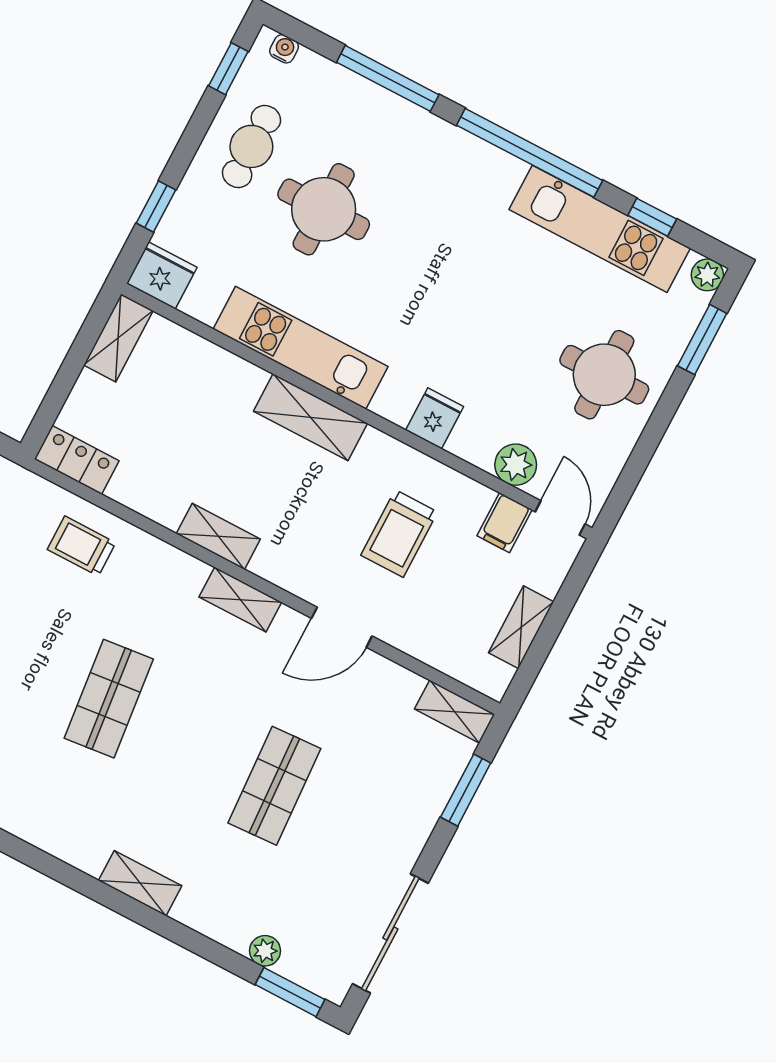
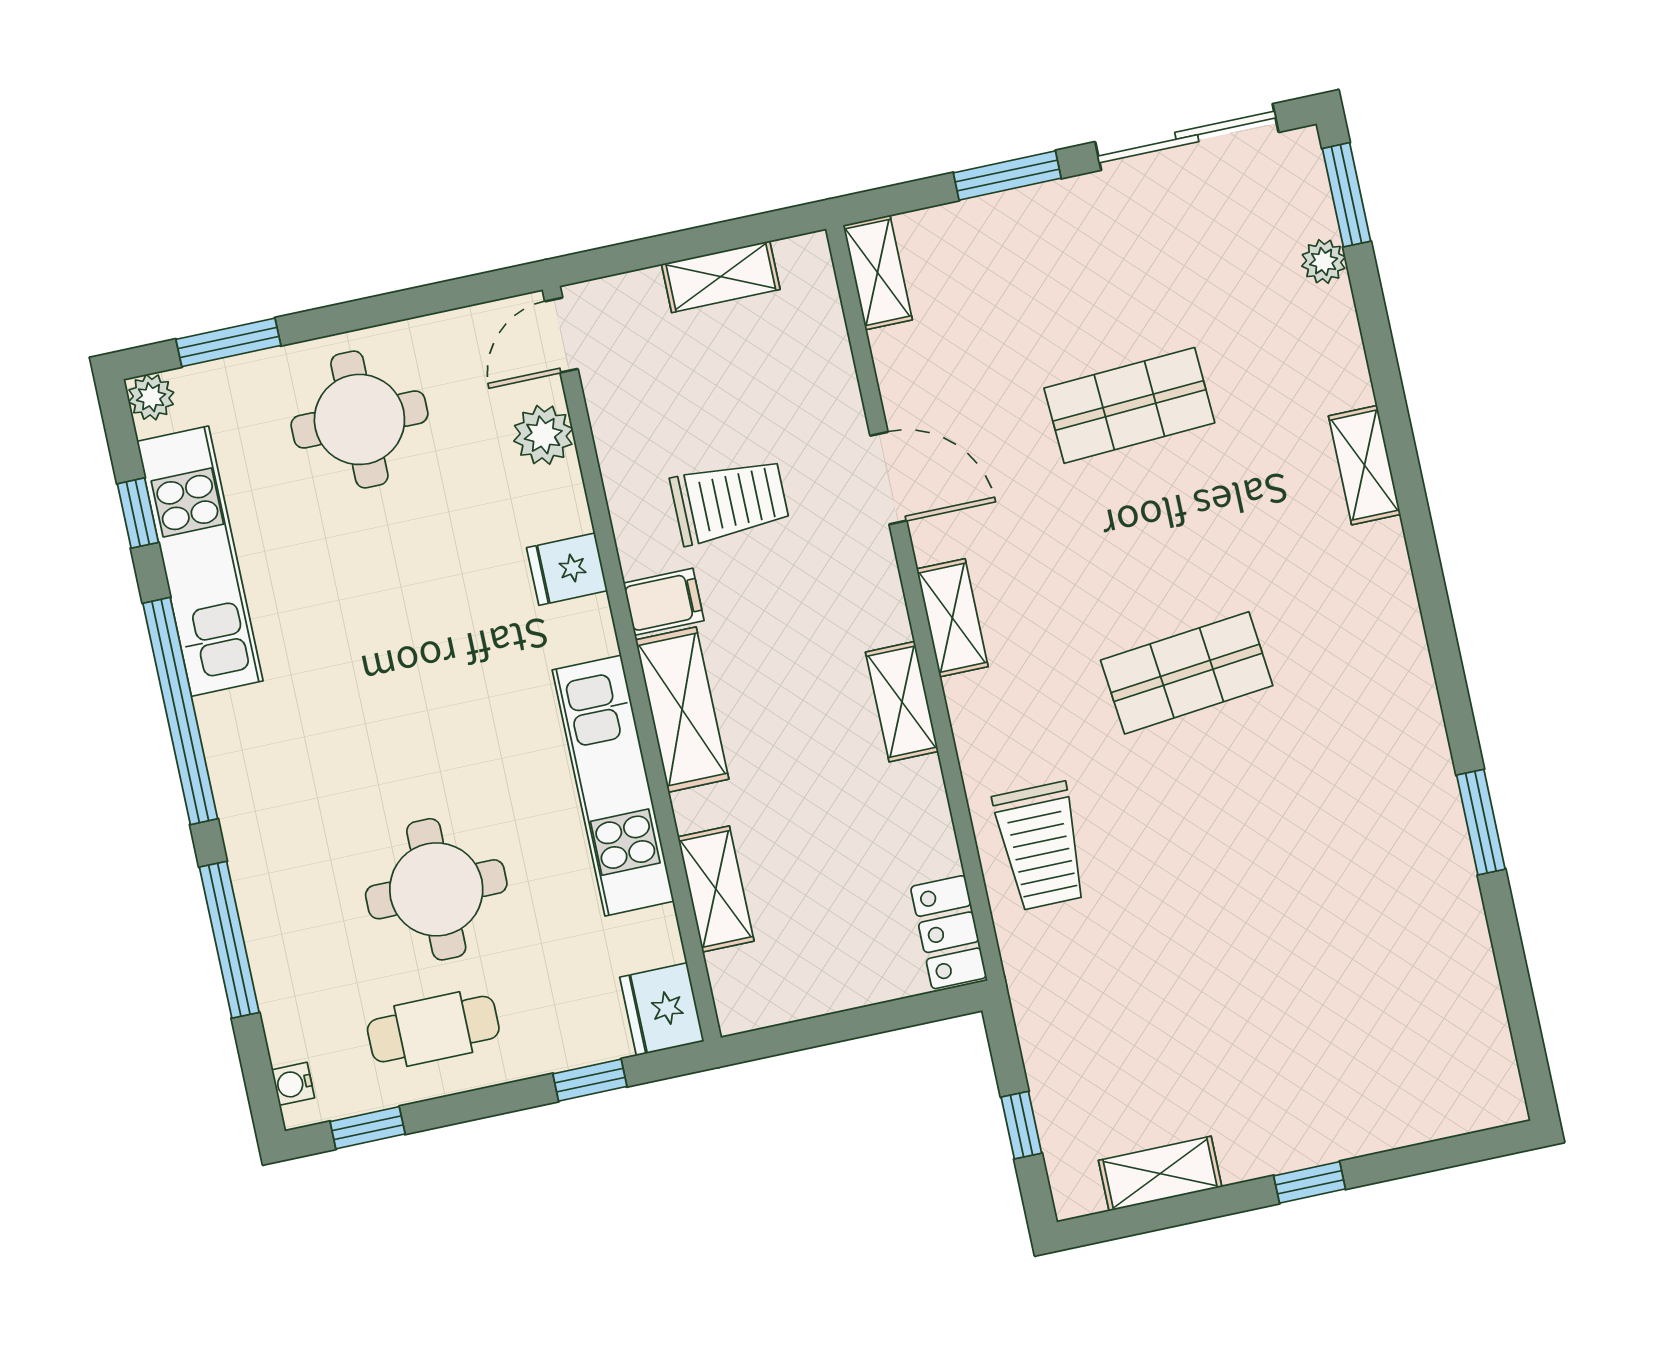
shelving: (118, 338) -> (716, 889), moved, turned 90
filing cabinet: (504, 523) -> (664, 602), moved
trolley: (82, 546) -> (1041, 846), width x1.36, depth x1.39
window: (466, 790) -> (1007, 175), moved

